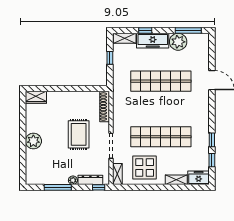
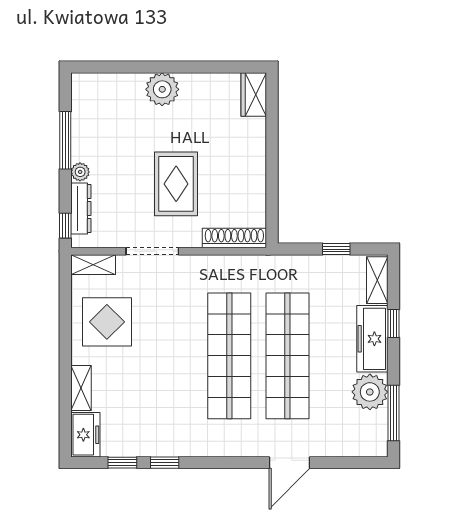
rug: (79, 134) -> (176, 184), turned 90
shop shelf: (161, 137) -> (229, 356), moved

